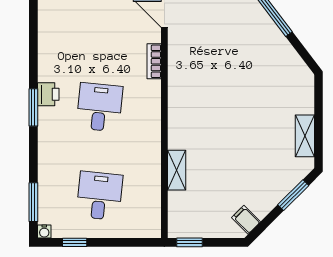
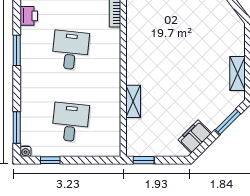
printer: (48, 94) -> (29, 16), moved
filing cabinet: (246, 220) -> (195, 137), width x2.00

